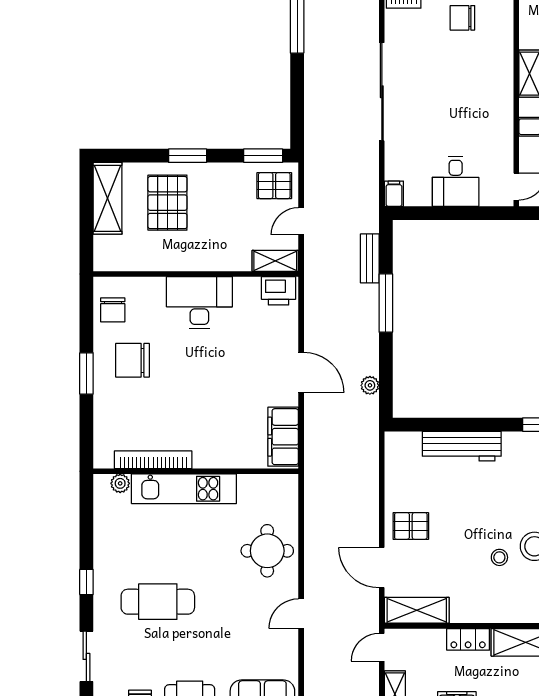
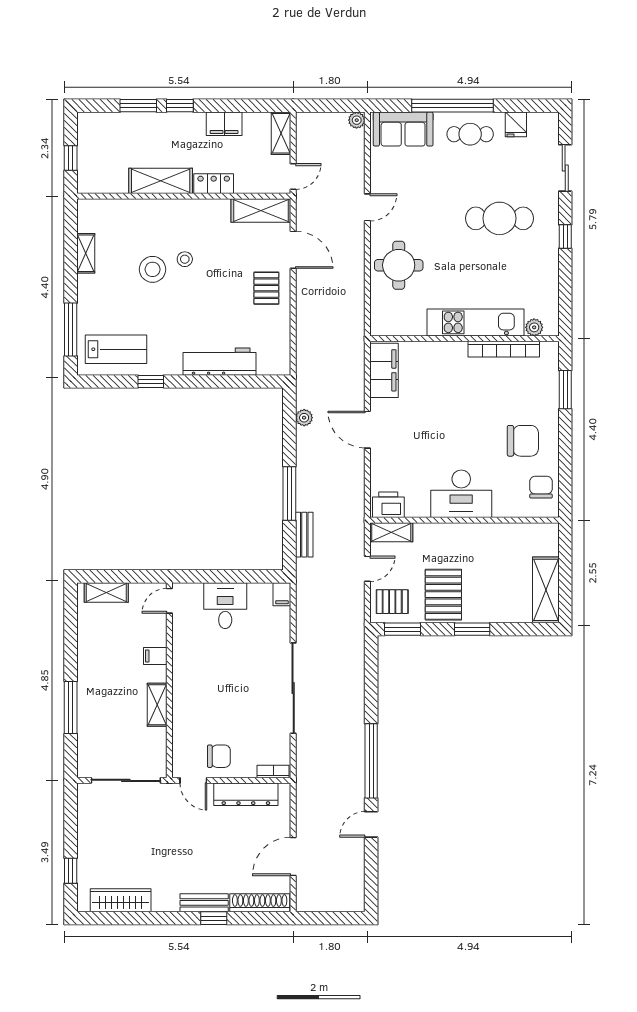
pallet: (167, 203) -> (443, 595), moved
window: (86, 373) -> (565, 390), moved
pallet: (411, 526) -> (266, 288), turned 90

